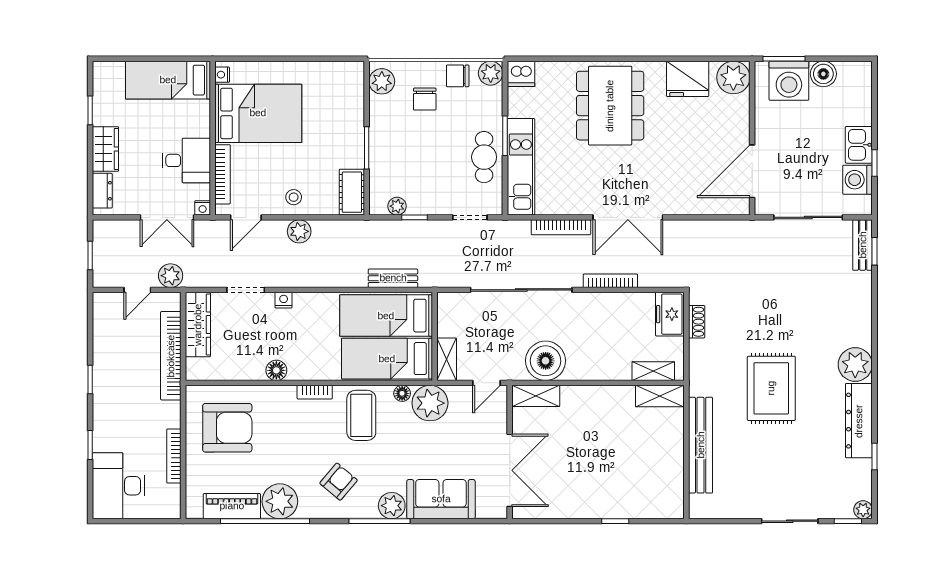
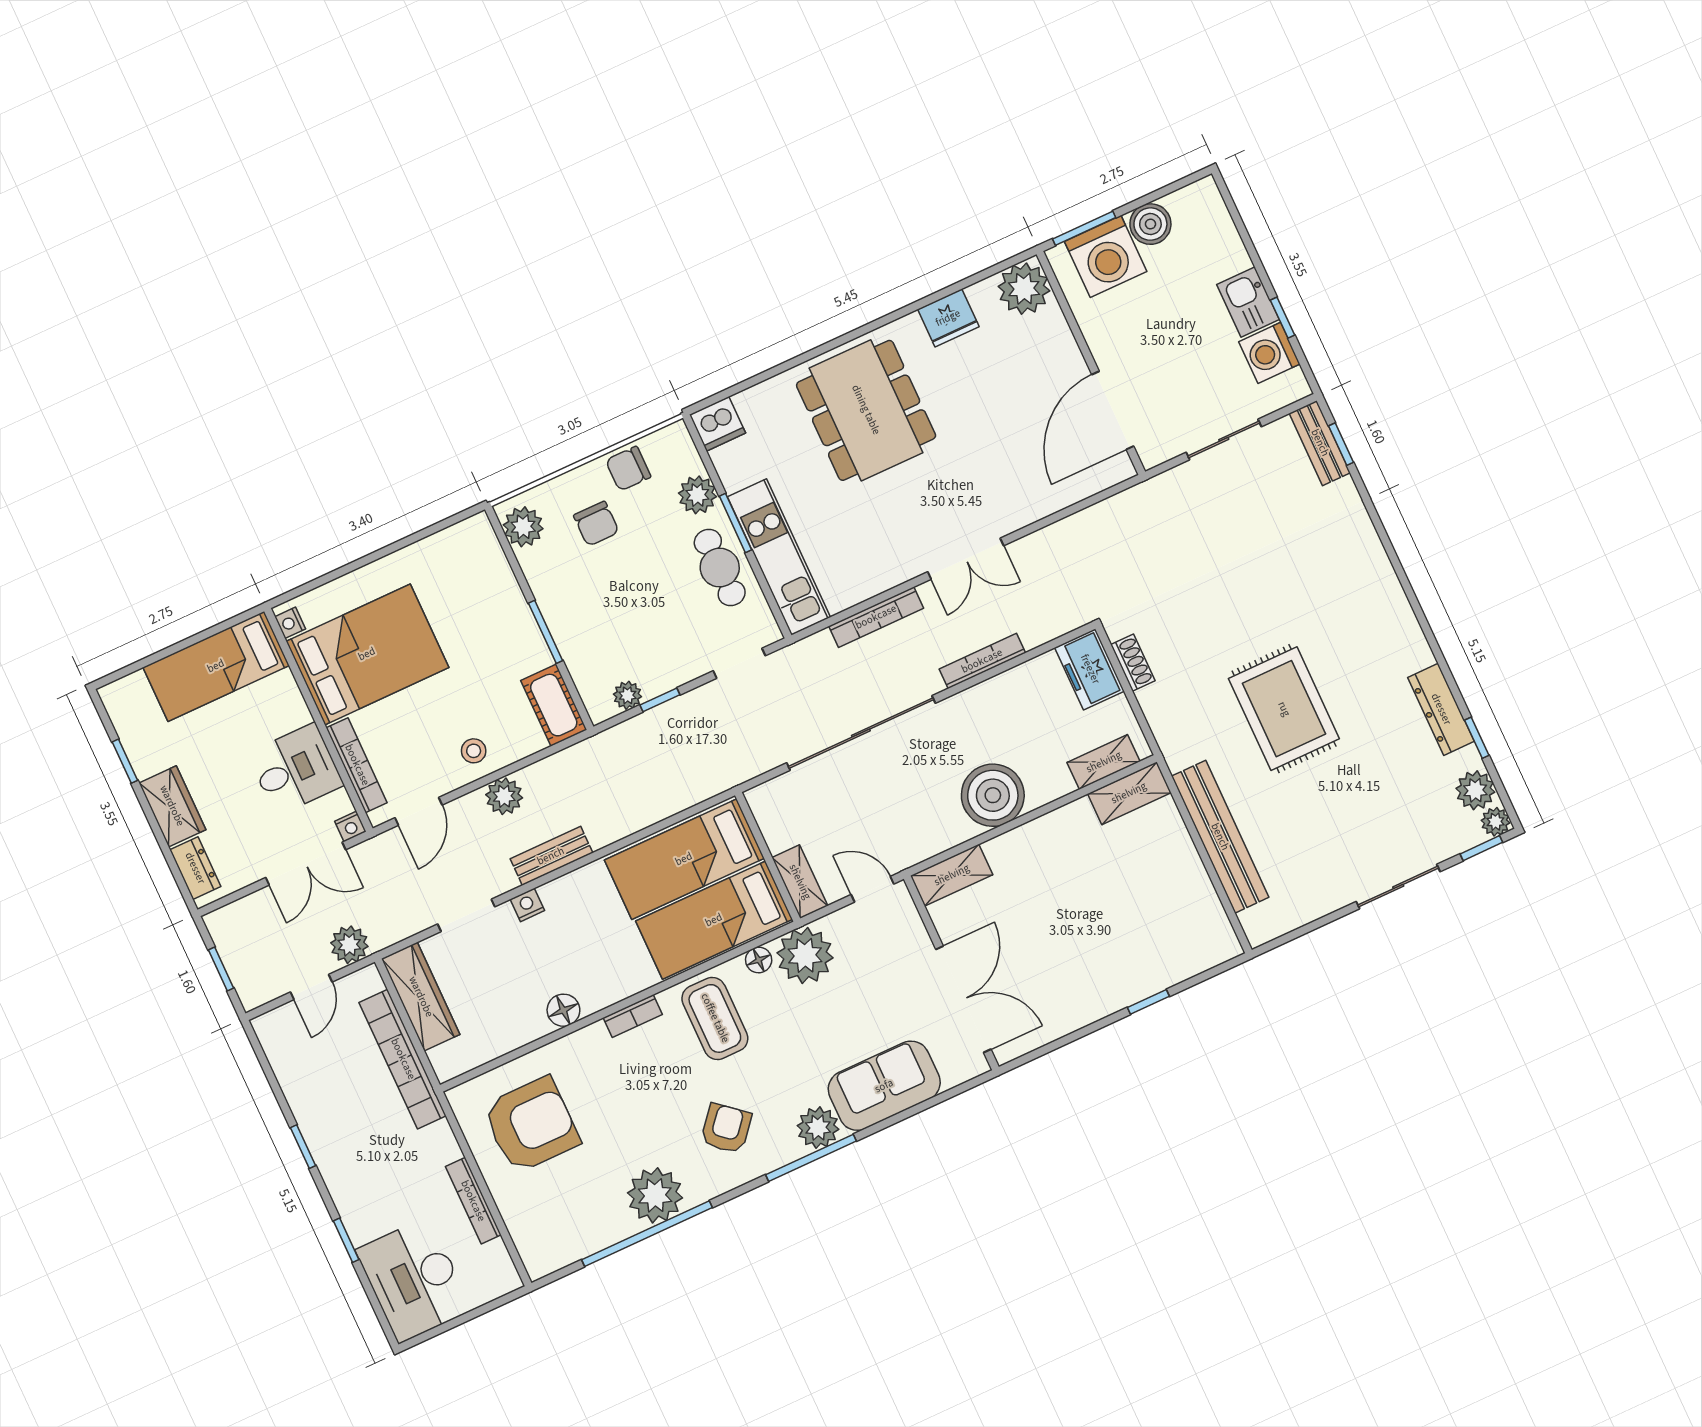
plant: (491, 73) -> (697, 495), moved
fridge: (688, 79) -> (948, 318), width x0.73, depth x0.75
double door: (628, 217) -> (966, 559), width x0.73
sliding door: (808, 217) -> (1224, 439), width x0.73
bench: (393, 278) -> (551, 856), moved
boiler: (546, 361) -> (993, 795), moved
plant: (855, 365) -> (1475, 790), moved, width x0.73, depth x0.73
door: (486, 383) -> (872, 889), swing flipped
dresser: (859, 421) -> (1441, 709), width x0.73, depth x0.80
piano: (232, 506) -> (590, 1234), removed

